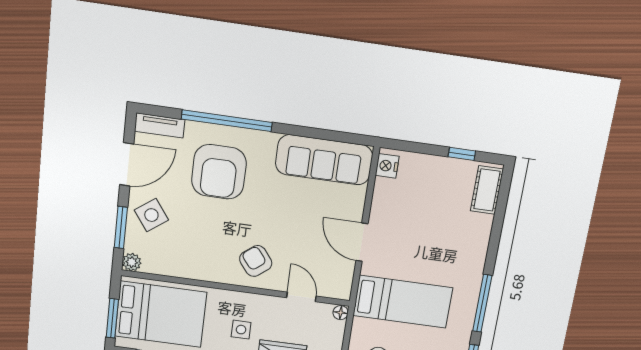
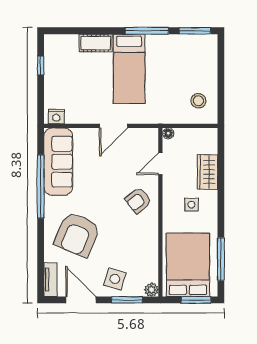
window: (227, 121) -> (41, 186), moved
armchair: (219, 172) -> (77, 234), turned 113
cot: (487, 190) -> (96, 43), moved
side table: (151, 215) -> (115, 279), turned -37
bed: (403, 302) -> (129, 69), moved, turned 180

